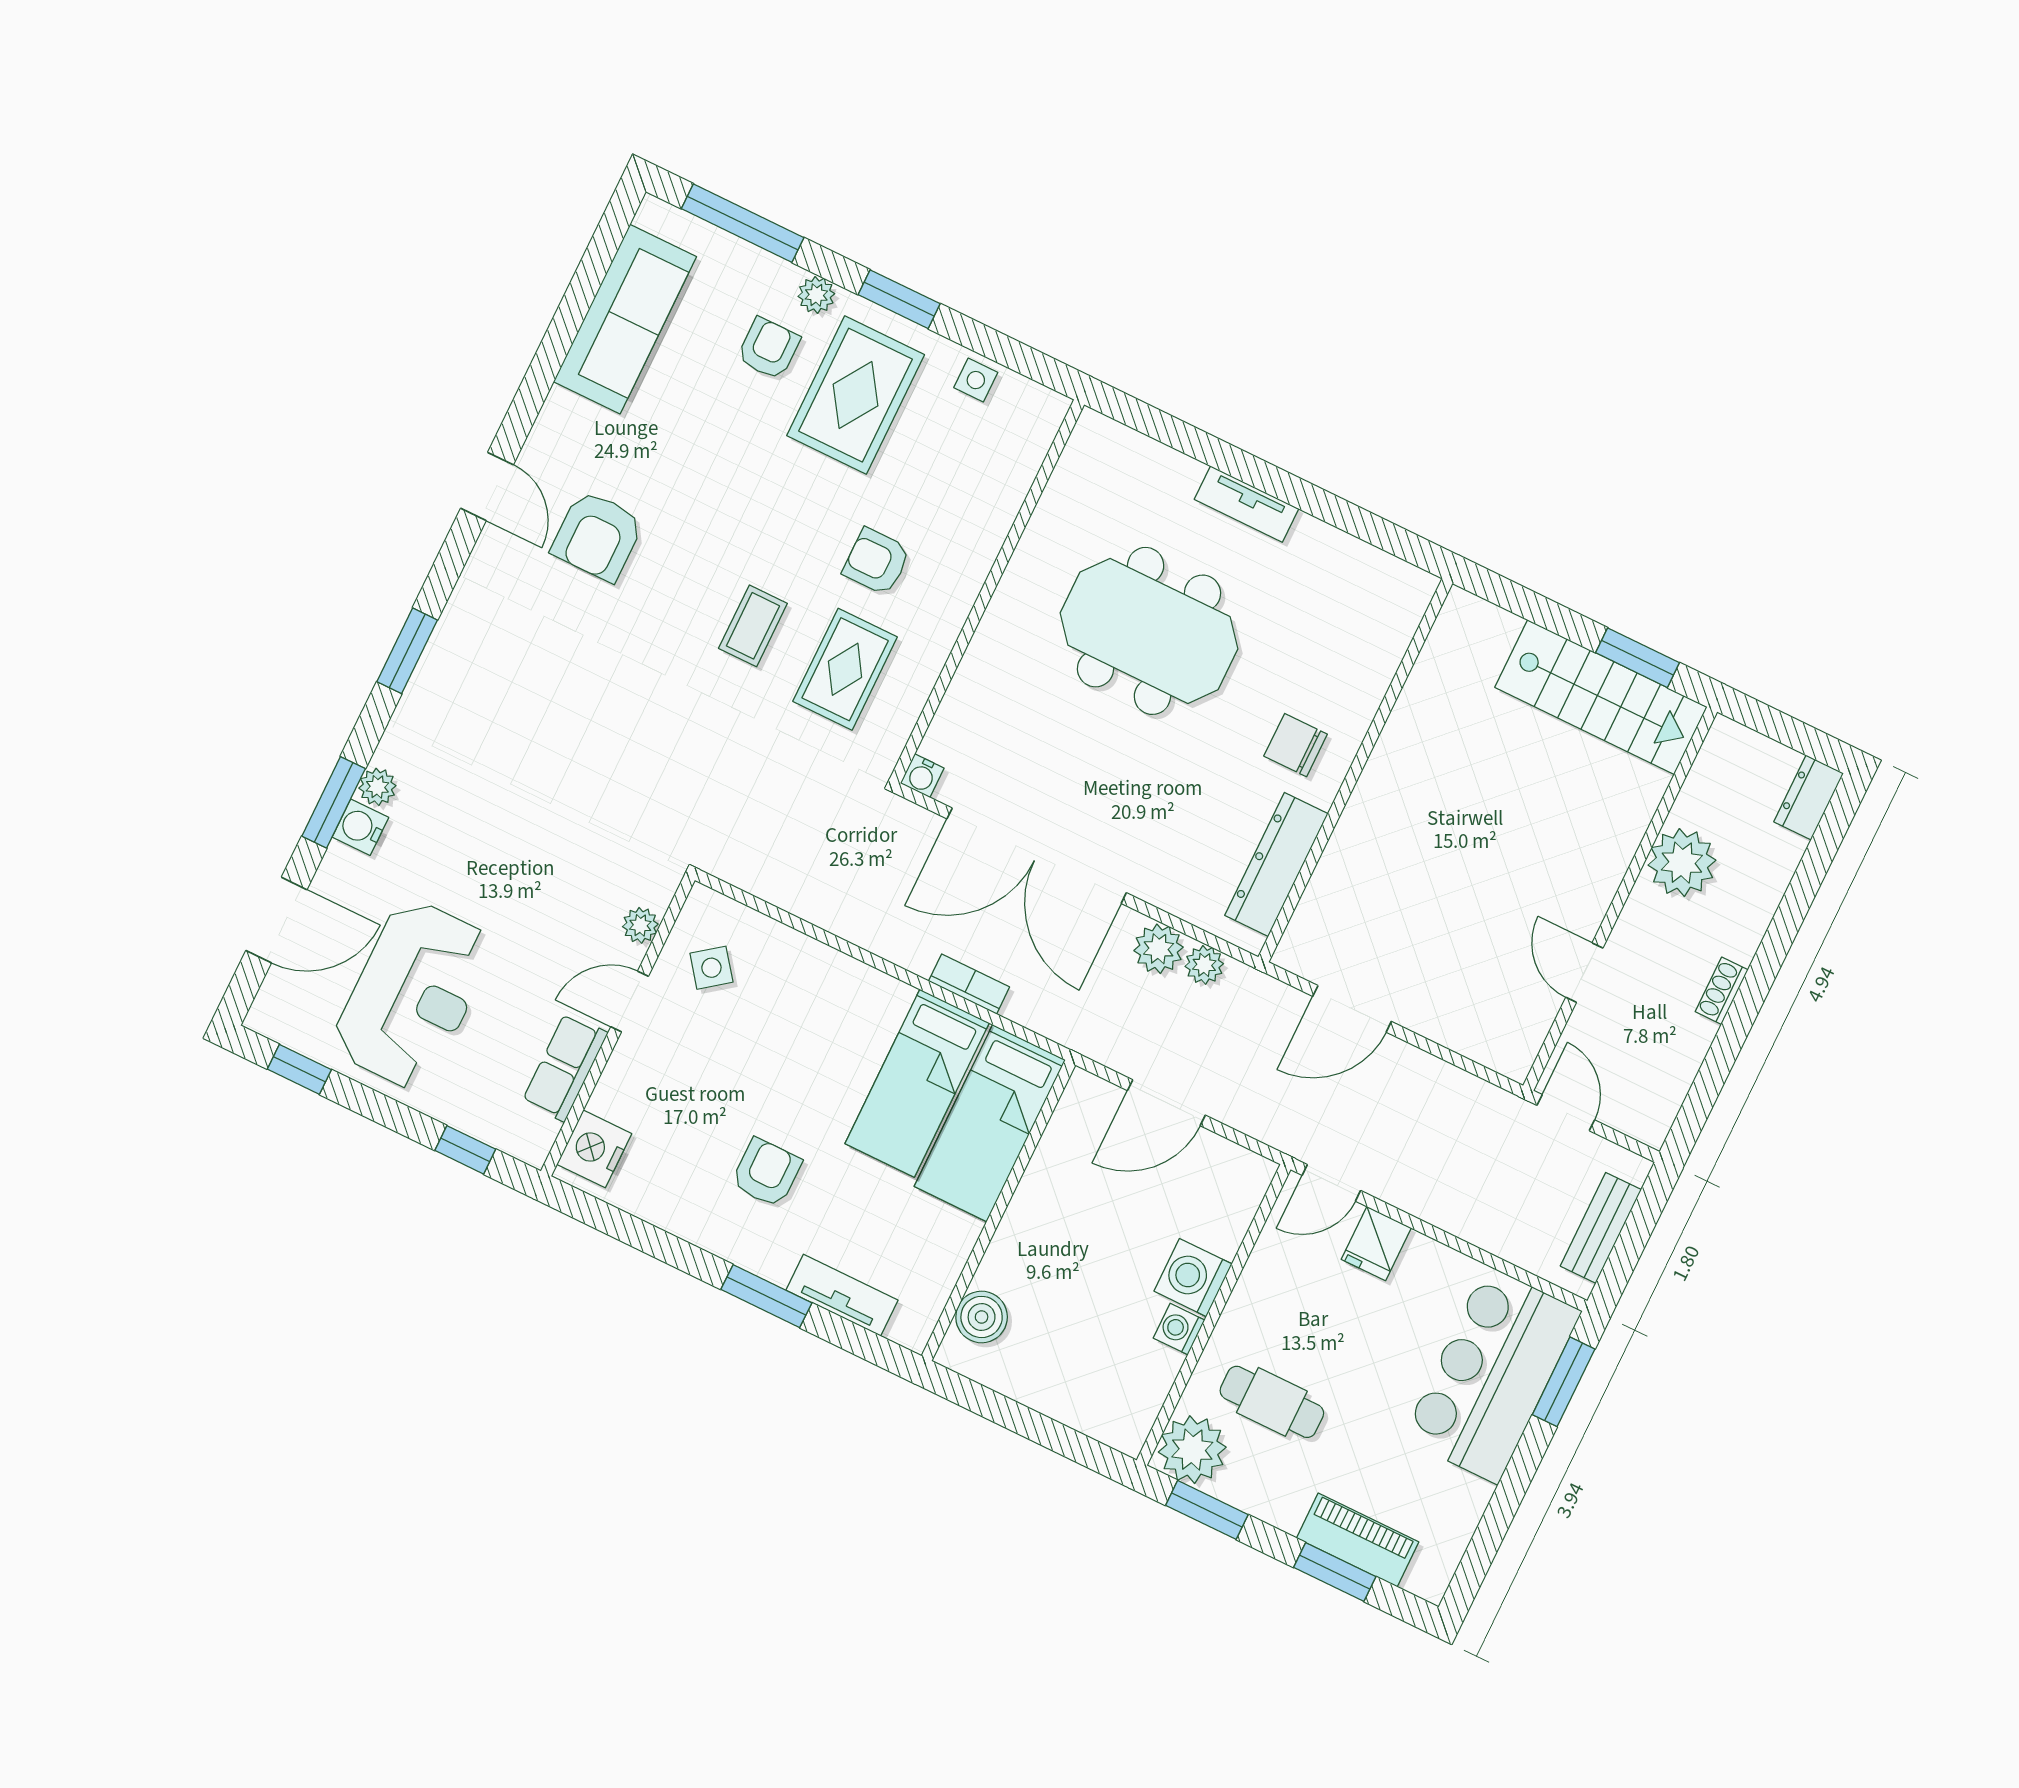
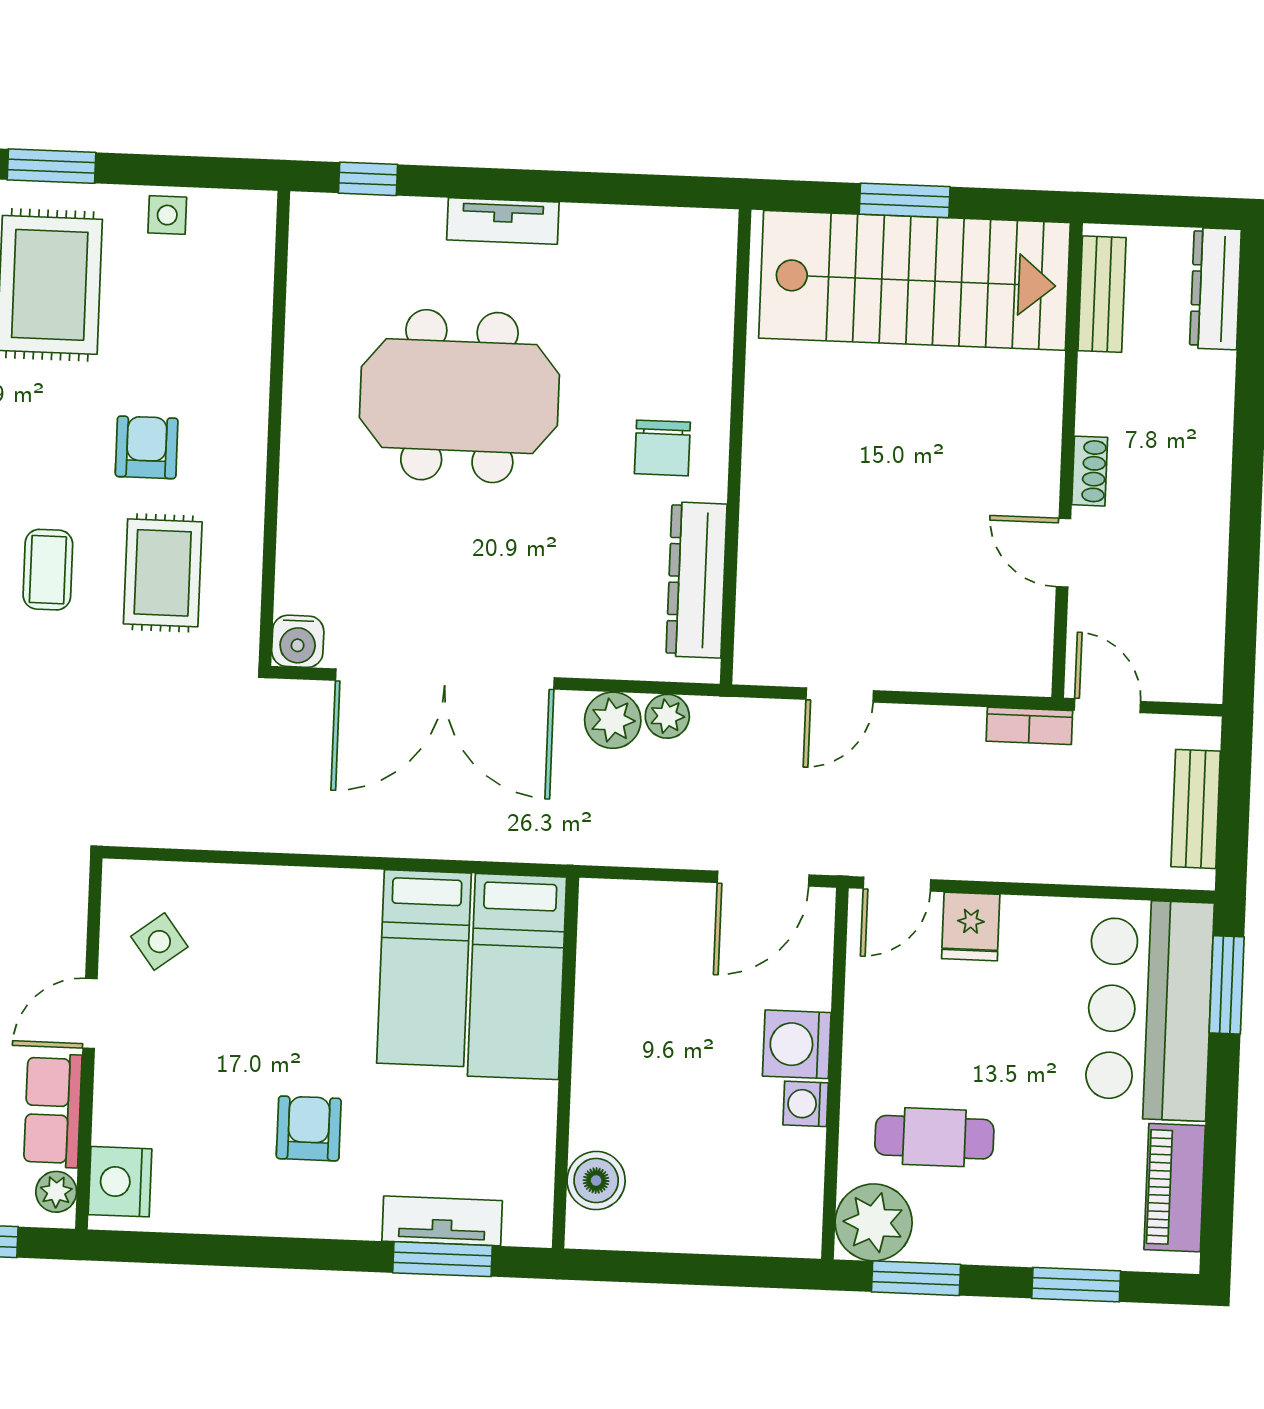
window: (1152, 422) -> (368, 179), added
armchair: (877, 562) -> (147, 447), turned 90
window: (1638, 658) -> (905, 200), moved
stairs: (1601, 697) -> (914, 280), width x1.36, depth x1.51
chair: (1296, 745) -> (662, 448), turned -90
water cooler: (922, 776) -> (298, 641), width x1.38, depth x1.38
bench: (1707, 776) -> (1102, 294), added
dresser: (1809, 797) -> (1215, 289), width x1.44
plant: (1682, 863) -> (1115, 395), removed
plant: (640, 925) -> (56, 1192), moved
bookcase: (969, 984) -> (1029, 726), moved, turned 180
shoe rack: (1722, 991) -> (1090, 471), moved, turned 180
door: (1352, 1009) -> (840, 695), width x0.73
door: (1166, 1103) -> (763, 879), moved
window: (766, 1296) -> (443, 1259), moved
piano: (1358, 1540) -> (1175, 1188), moved, turned -90

